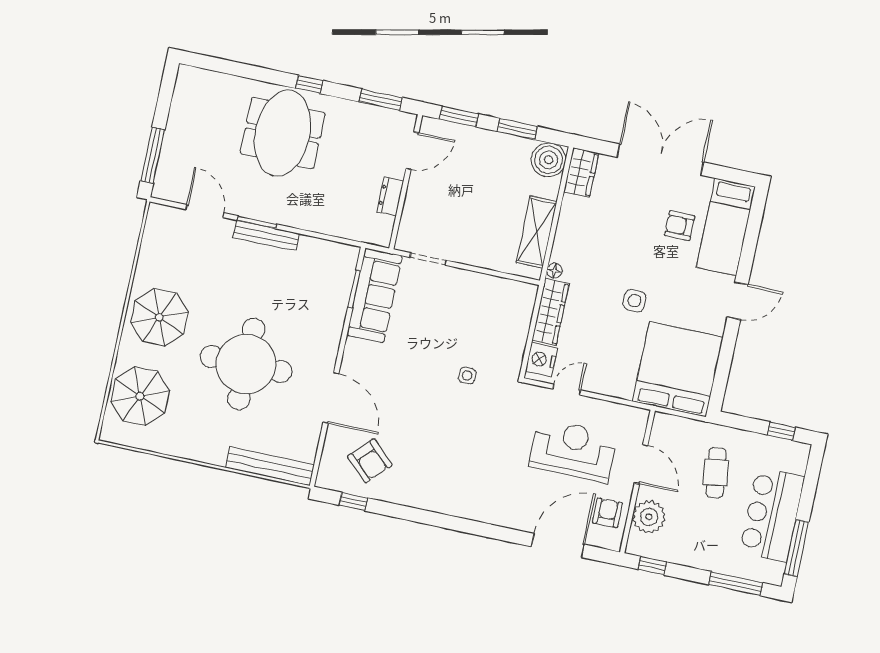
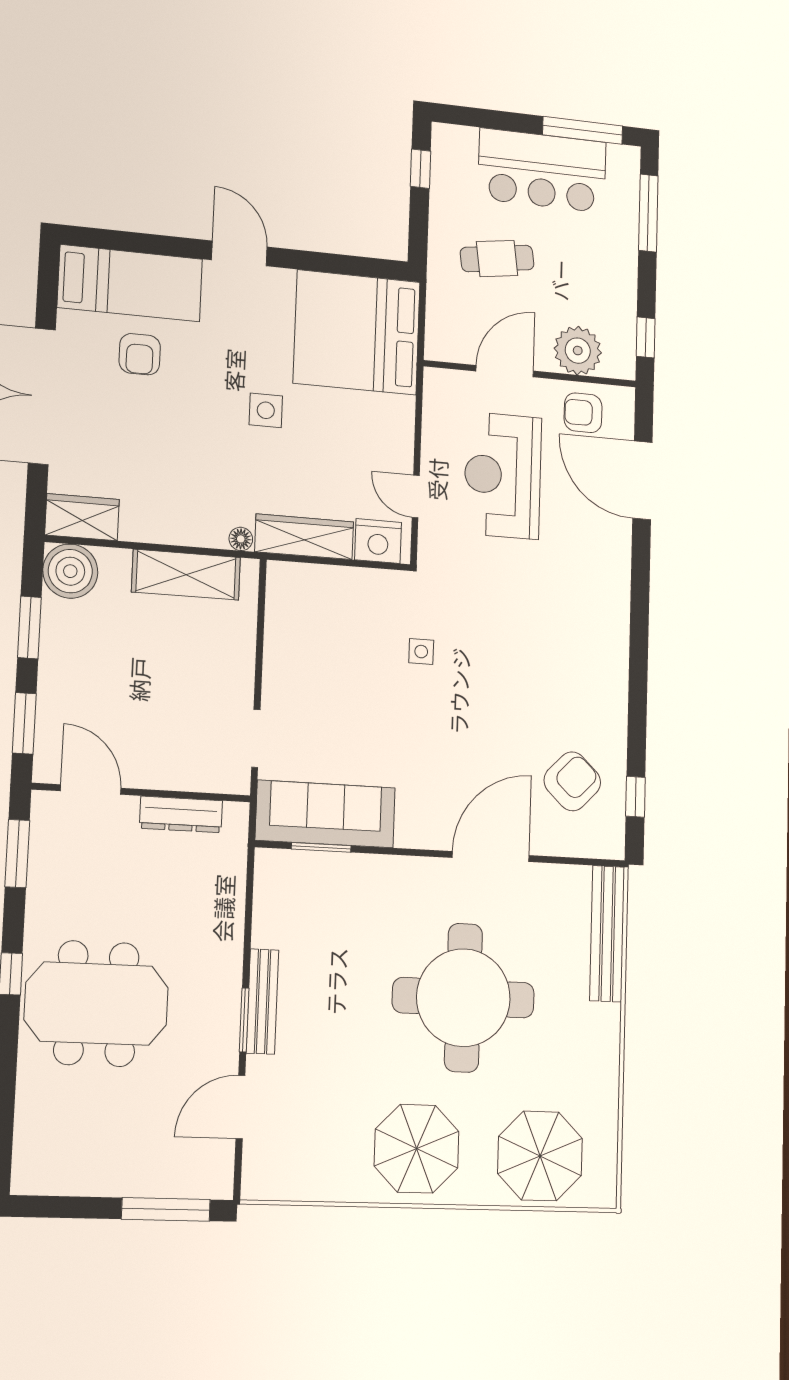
dresser: (390, 196) -> (181, 814), width x1.44

